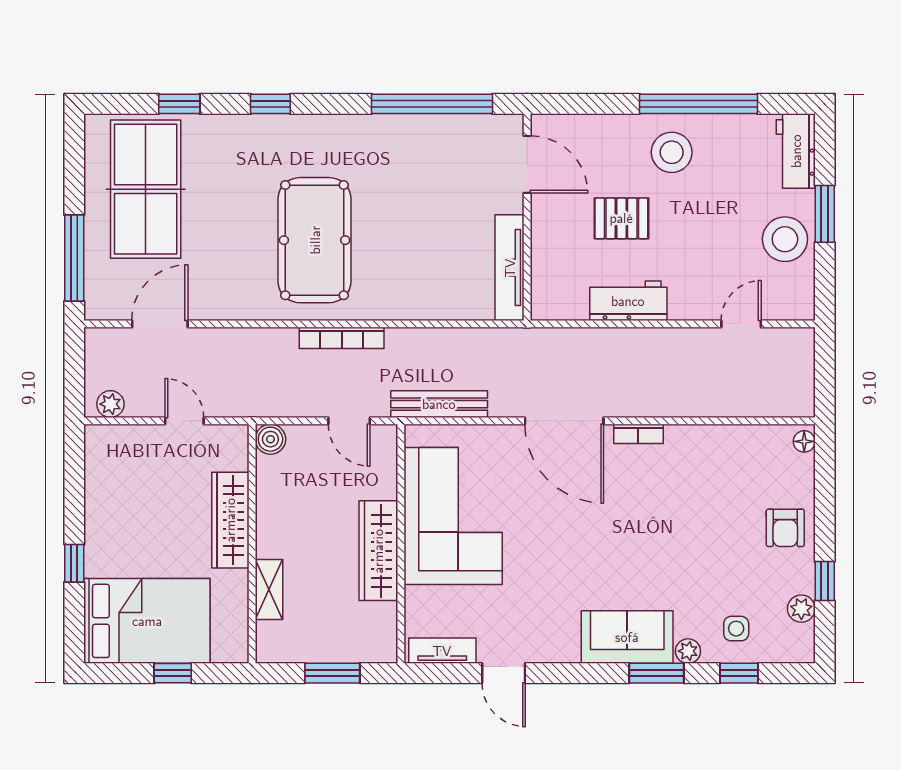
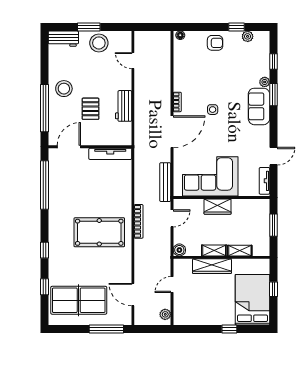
window: (698, 104) -> (44, 108), moved
shelving: (269, 526) -> (214, 250), added
wardrobe: (378, 551) -> (218, 207), width x0.67
side table: (736, 629) -> (213, 110), moved

